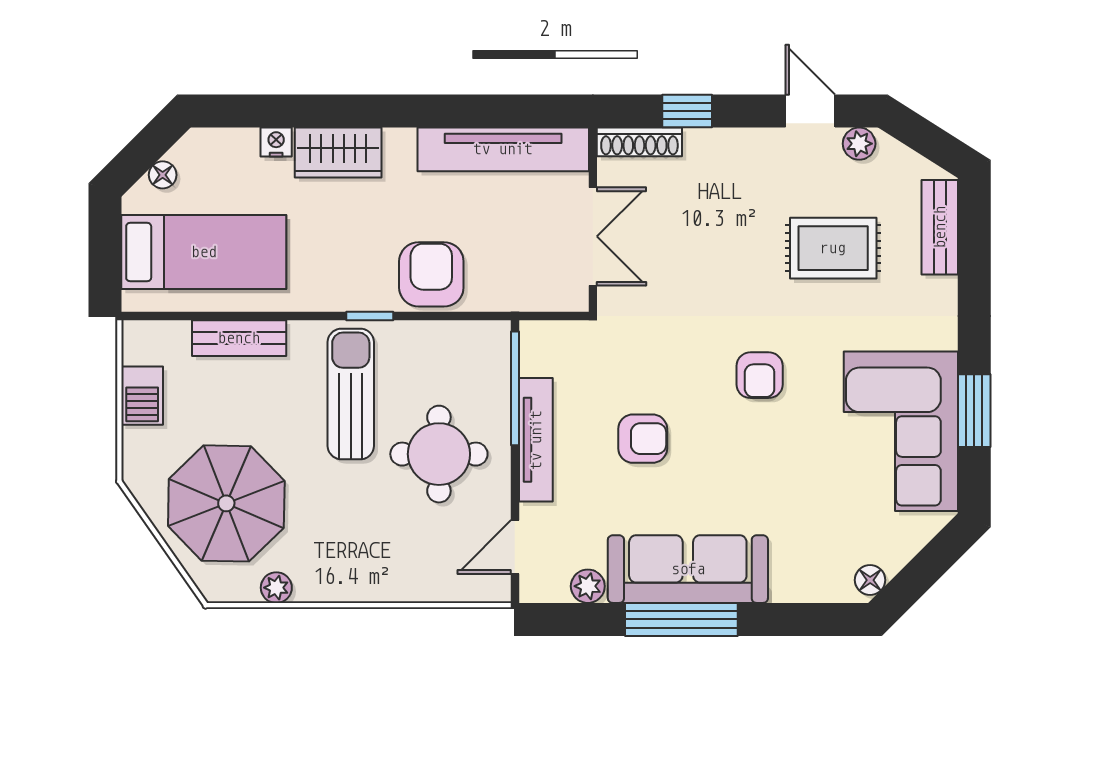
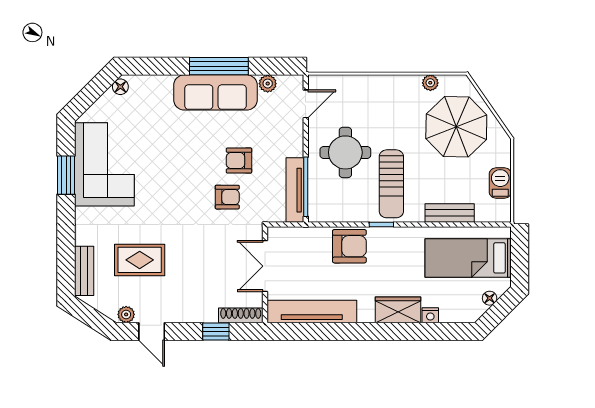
armchair: (431, 274) -> (349, 246), turned -90
armchair: (760, 375) -> (227, 197), moved, turned 90
tv unit: (536, 440) -> (295, 190), moved

